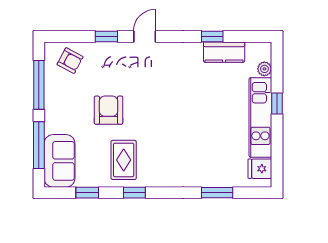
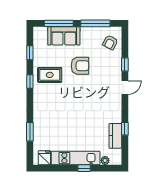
door: (145, 36) -> (125, 88), hinge flipped
sofa: (60, 161) -> (64, 36), moved

